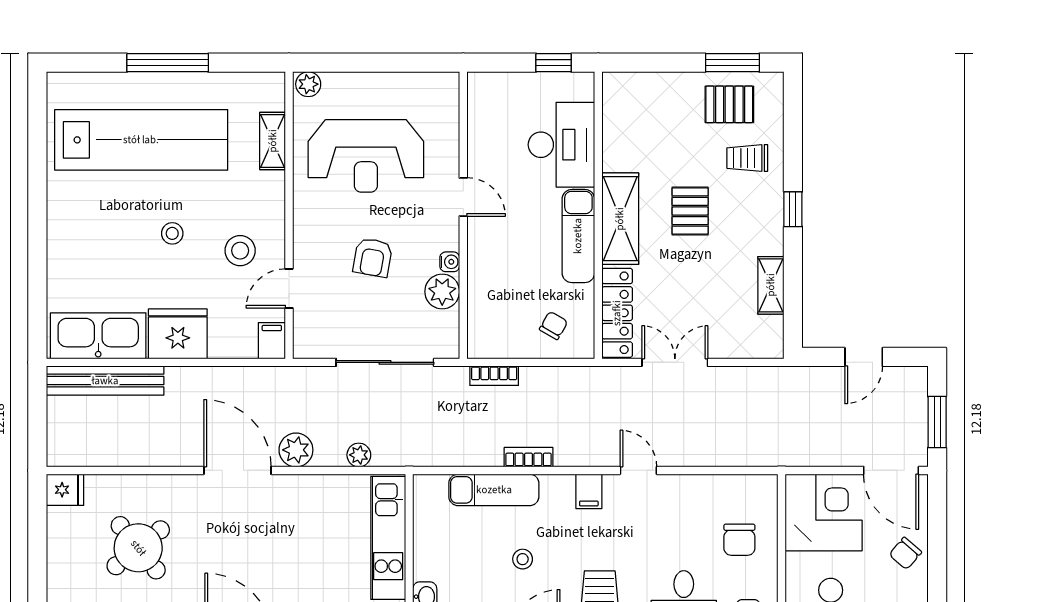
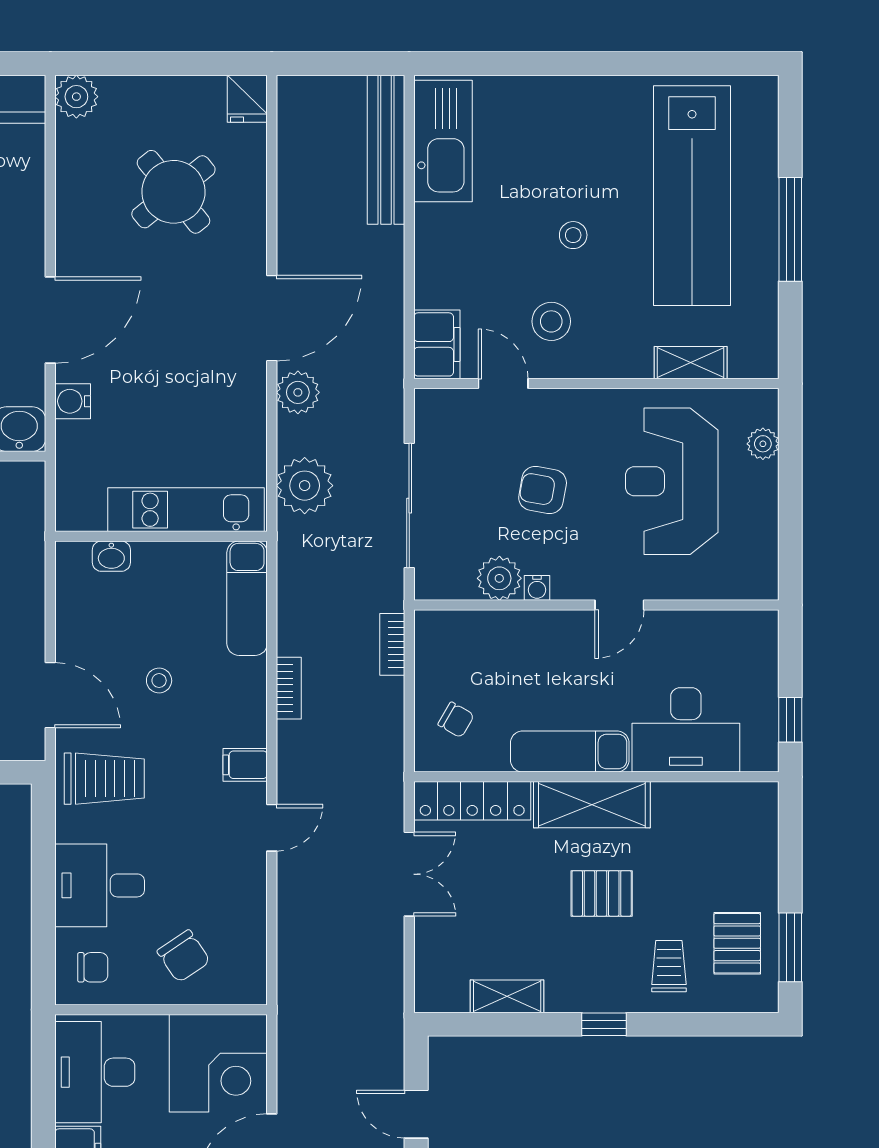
plant: (308, 84) -> (763, 444), moved
fridge: (178, 334) -> (445, 242), removed
filing cabinet: (272, 341) -> (437, 344), width x2.00
plant: (359, 455) -> (305, 486), width x1.88, depth x1.88
exam couch: (494, 490) -> (247, 598), moved
chair: (739, 540) -> (184, 956), turned -124

